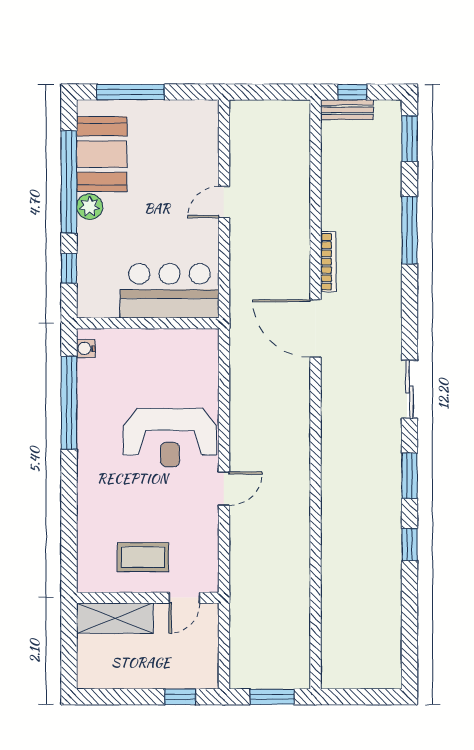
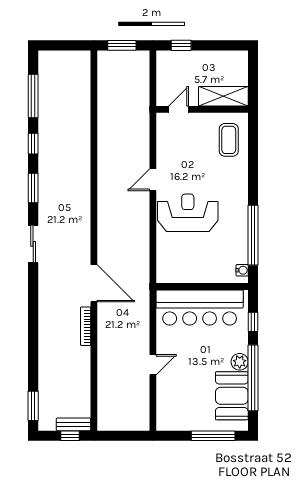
window: (409, 230) -> (33, 96), moved
bar counter: (170, 291) -> (200, 307), width x1.36
coffee table: (143, 557) -> (229, 140), moved, turned 90

